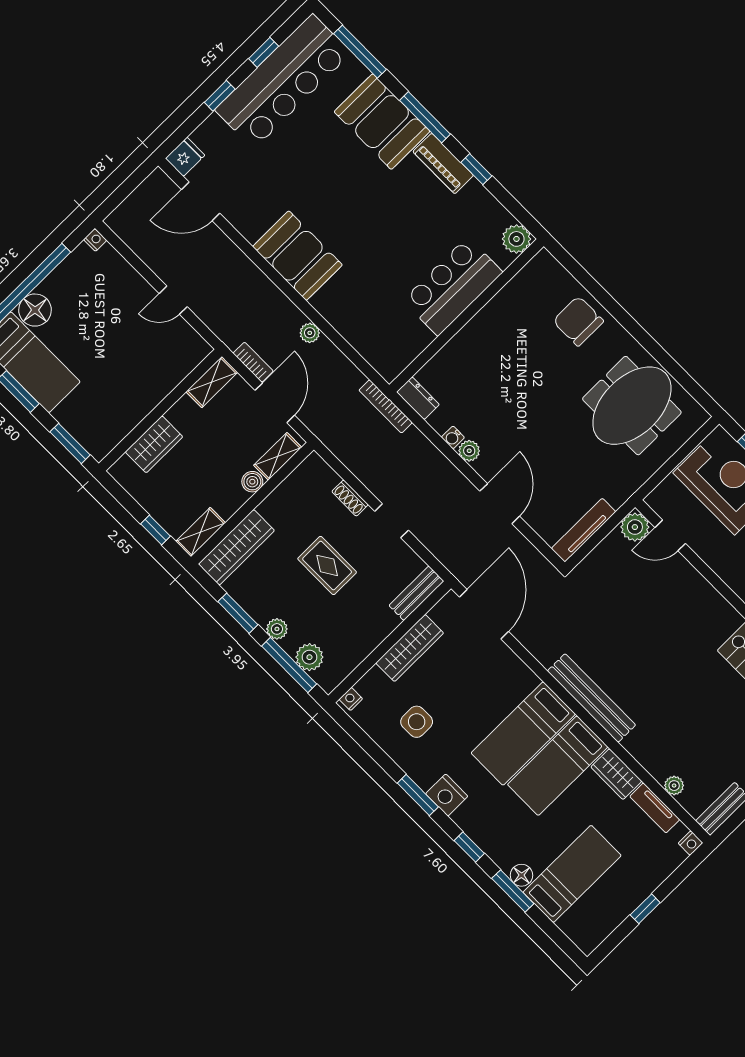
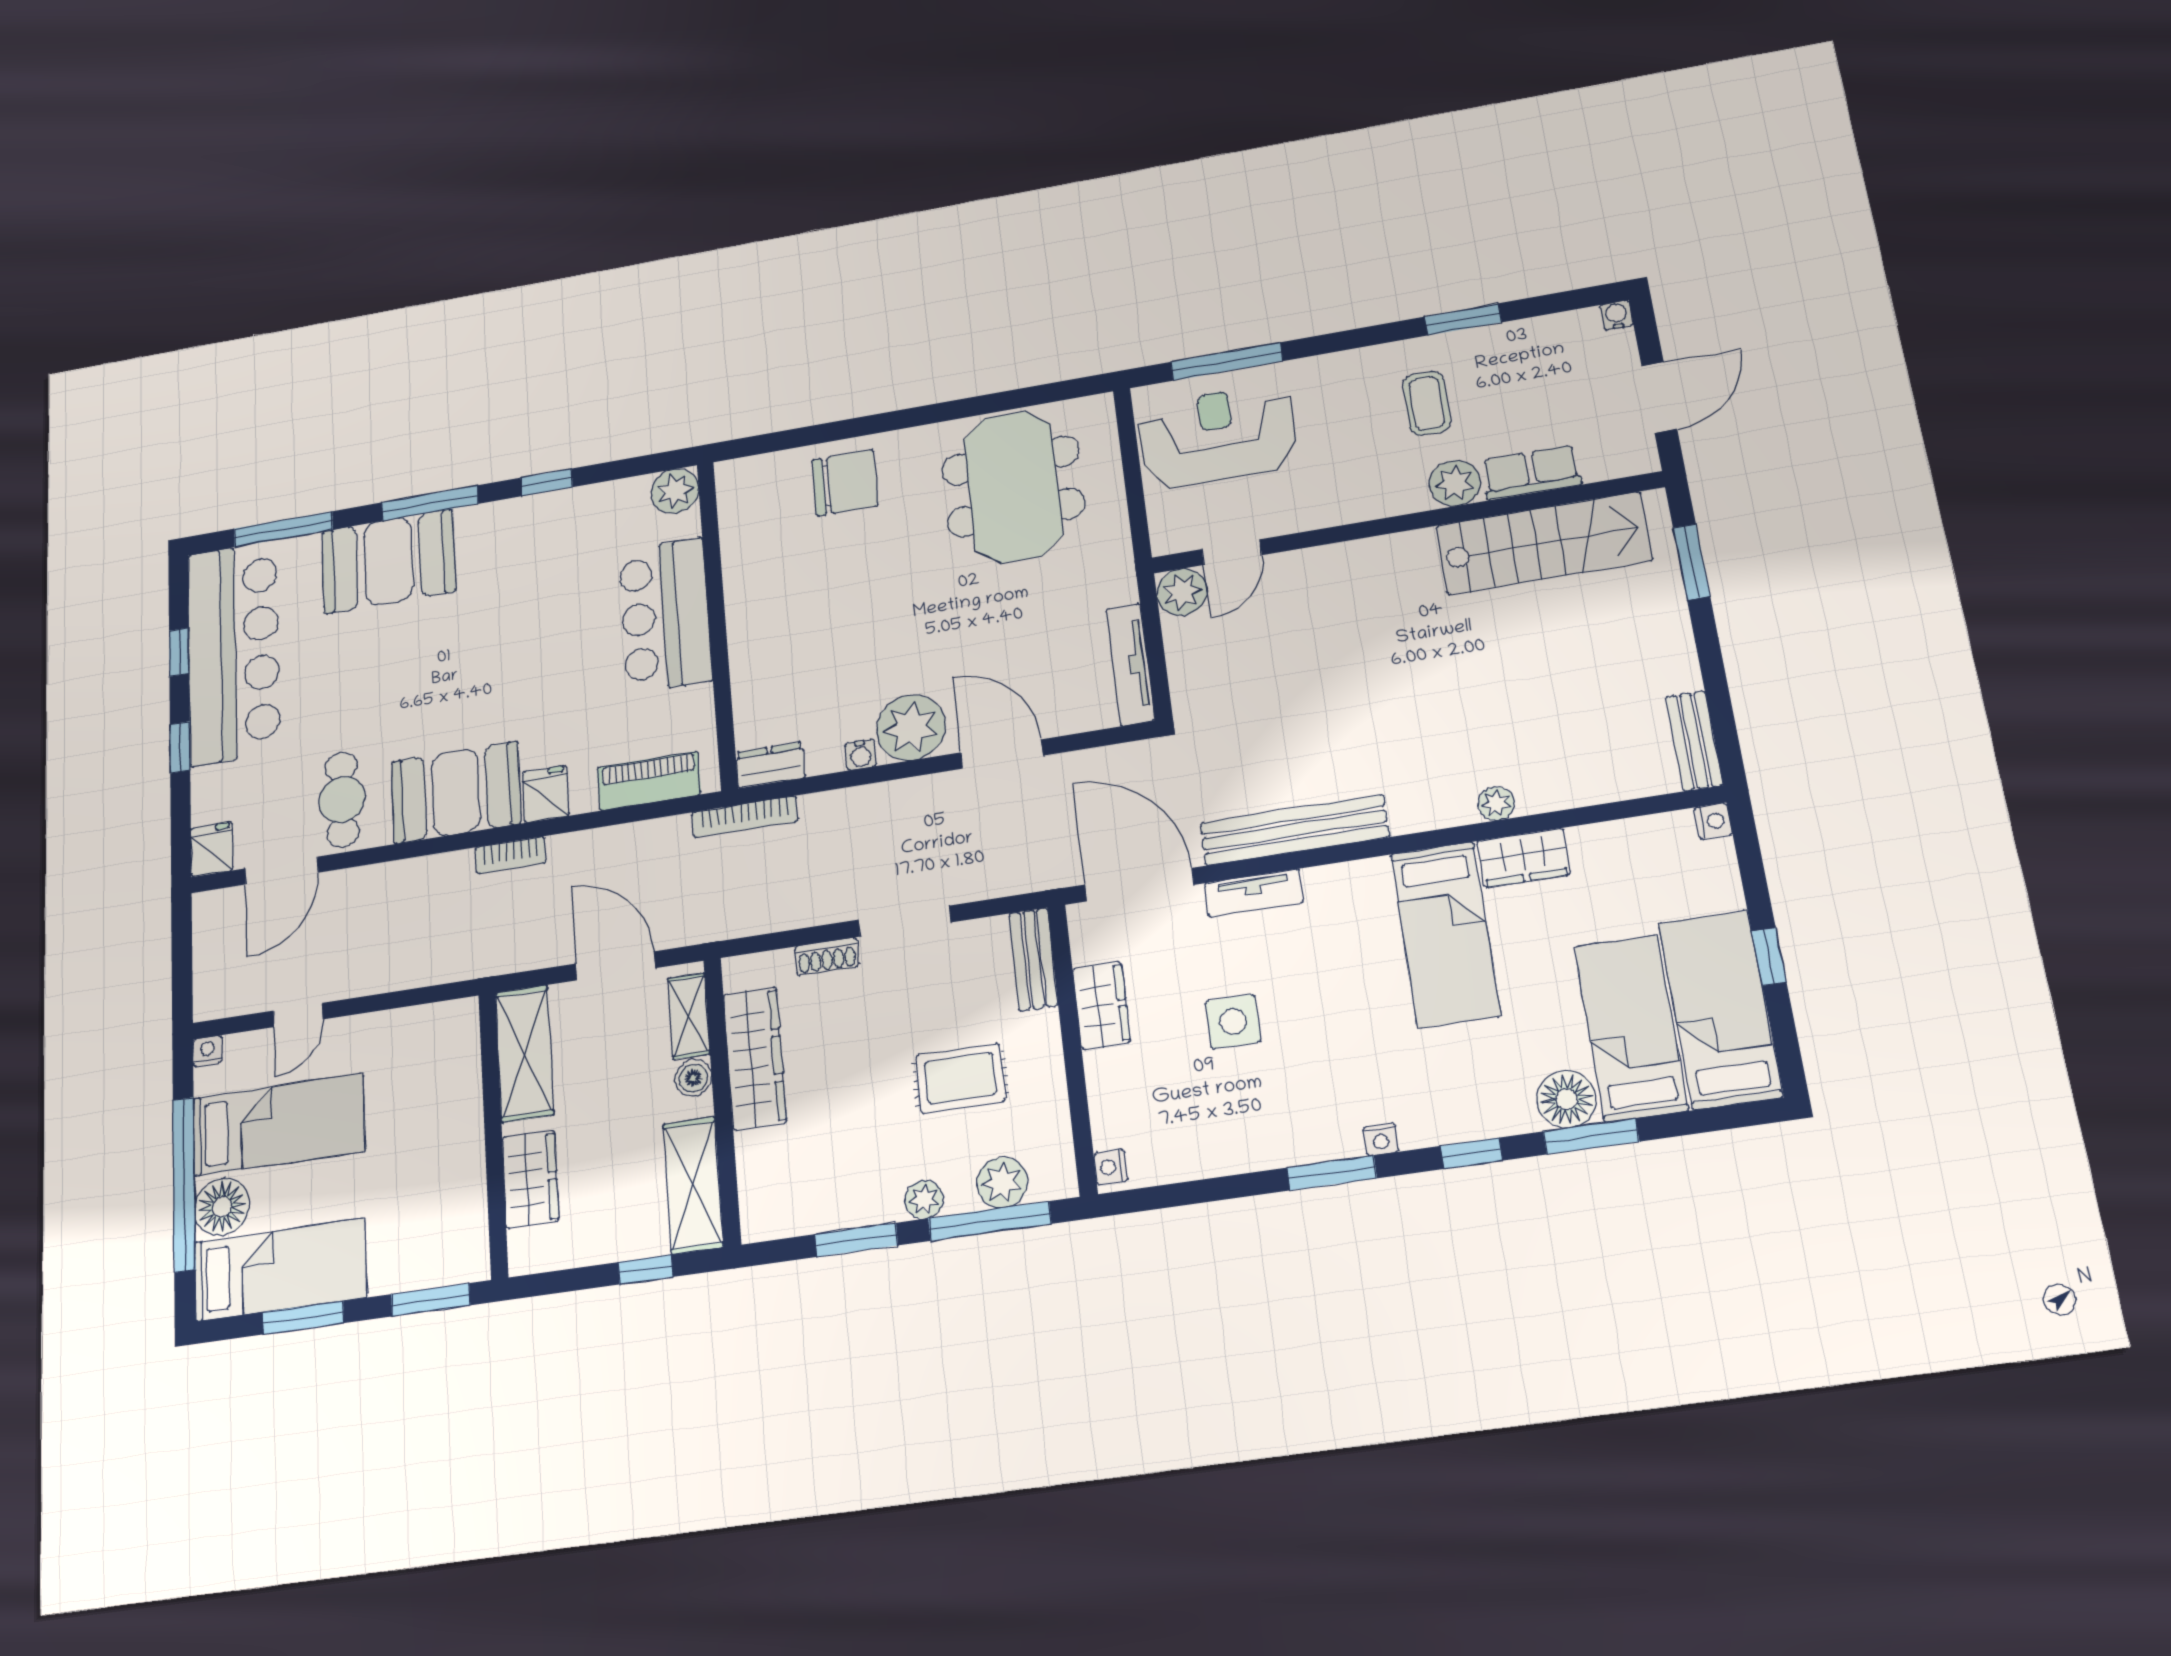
piano: (443, 163) -> (649, 781), moved, turned 180
cafe table: (254, 202) -> (342, 800), added
door: (173, 300) -> (298, 1015), moved
fridge: (328, 301) -> (546, 794), added
bed: (89, 304) -> (279, 1125), added
chair: (578, 321) -> (845, 483), turned 180
plant: (310, 333) -> (566, 849), removed
bookcase: (253, 362) -> (511, 855), moved, turned 180
shelving: (212, 382) -> (524, 1053), width x1.50, depth x1.33
plant: (469, 451) -> (911, 728), width x1.88, depth x1.88
doorway: (392, 521) -> (905, 921), width x1.38
shelving: (201, 532) -> (693, 1185), width x1.50, depth x1.33
wardrobe: (236, 547) -> (755, 1058), moved
rug: (327, 565) -> (960, 1078), moved
wardrobe: (410, 648) -> (1101, 1005), width x0.67
bench: (591, 698) -> (1294, 830), moved
side table: (417, 722) -> (1233, 1022), moved
bed: (523, 734) -> (1720, 1009), moved, turned 180
plant: (674, 786) -> (1496, 804), moved
nightstand: (447, 795) -> (1381, 1139), width x0.53, depth x0.56
tv unit: (655, 808) -> (1254, 893), moved
floor lamp: (522, 875) -> (1566, 1099), width x1.38, depth x1.38

